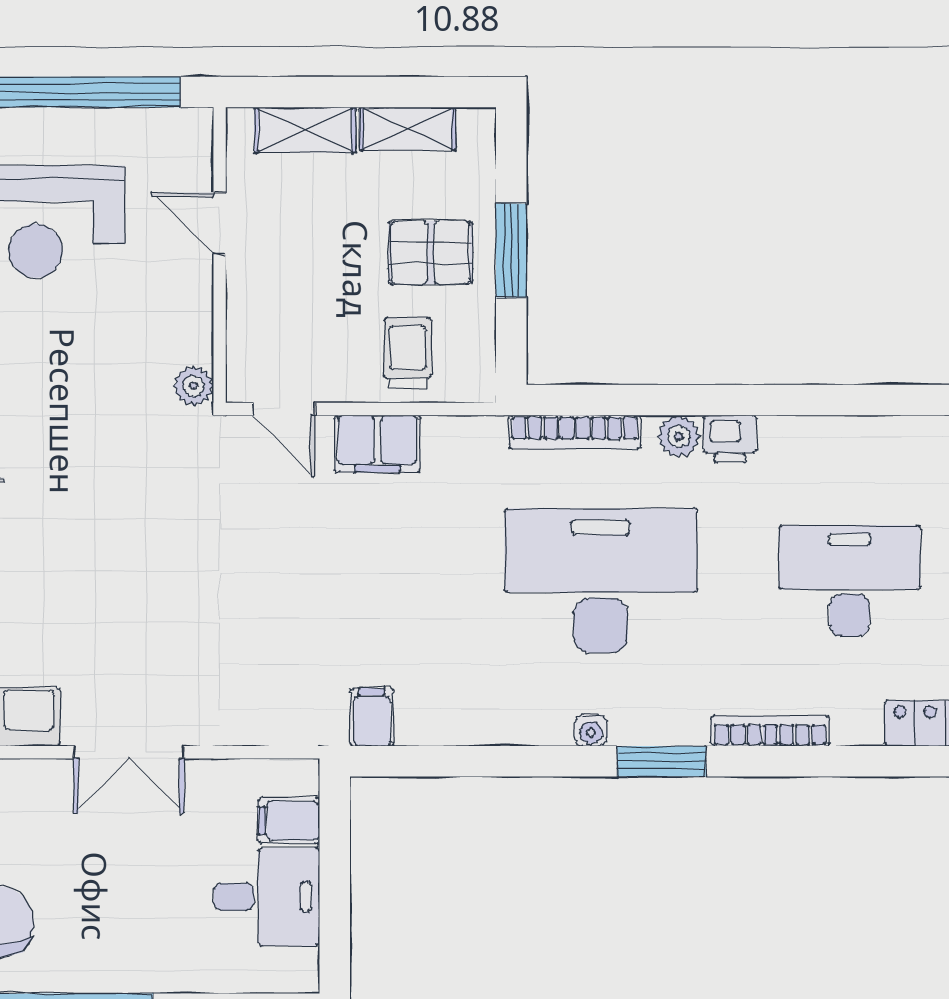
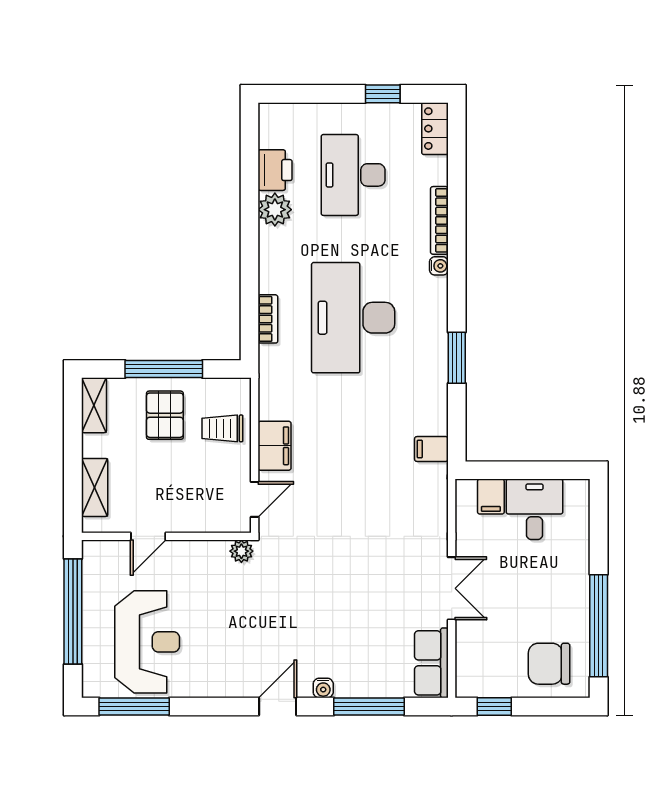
shelving: (408, 129) -> (94, 405), moved
window: (511, 250) -> (164, 369), width x1.44
bookcase: (575, 432) -> (268, 319), width x0.64
plant: (679, 436) -> (275, 210), moved, width x1.38, depth x1.38
printer: (730, 439) -> (275, 170), moved, width x1.36, depth x1.24
water cooler: (591, 730) -> (439, 266), moved
window: (662, 761) -> (457, 358), moved

